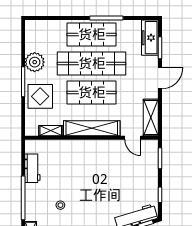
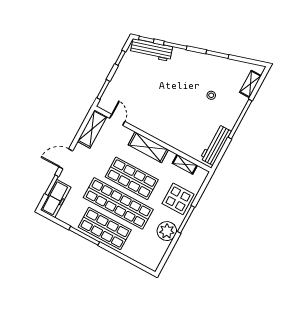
shelving: (92, 128) -> (148, 147), width x0.68
workbench: (32, 168) -> (216, 145), width x1.38

